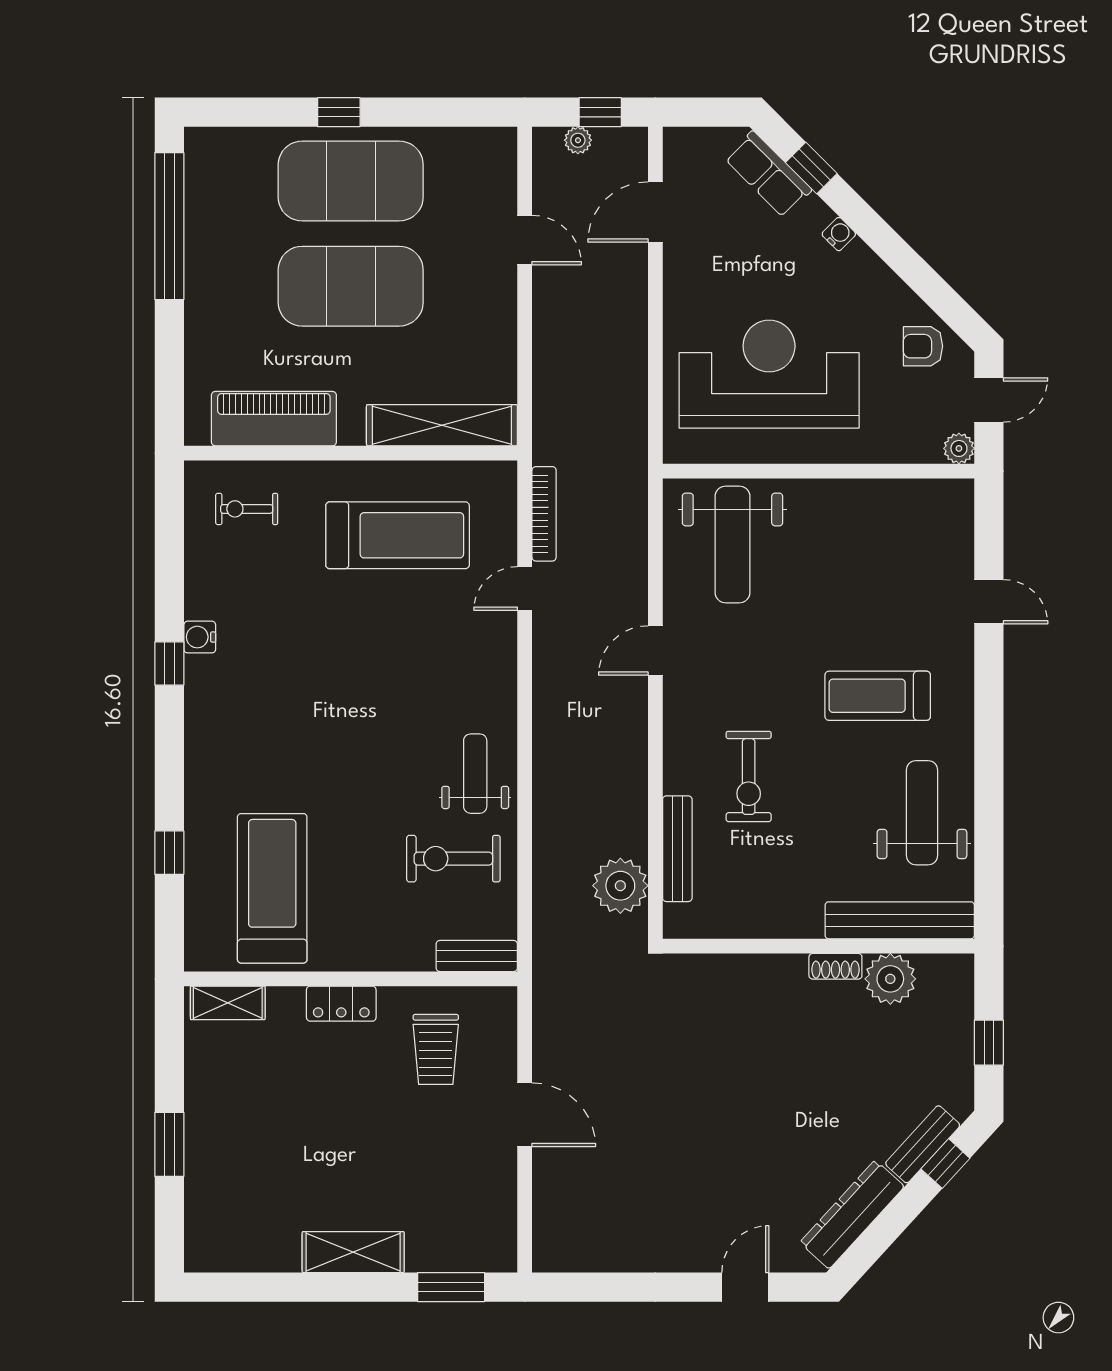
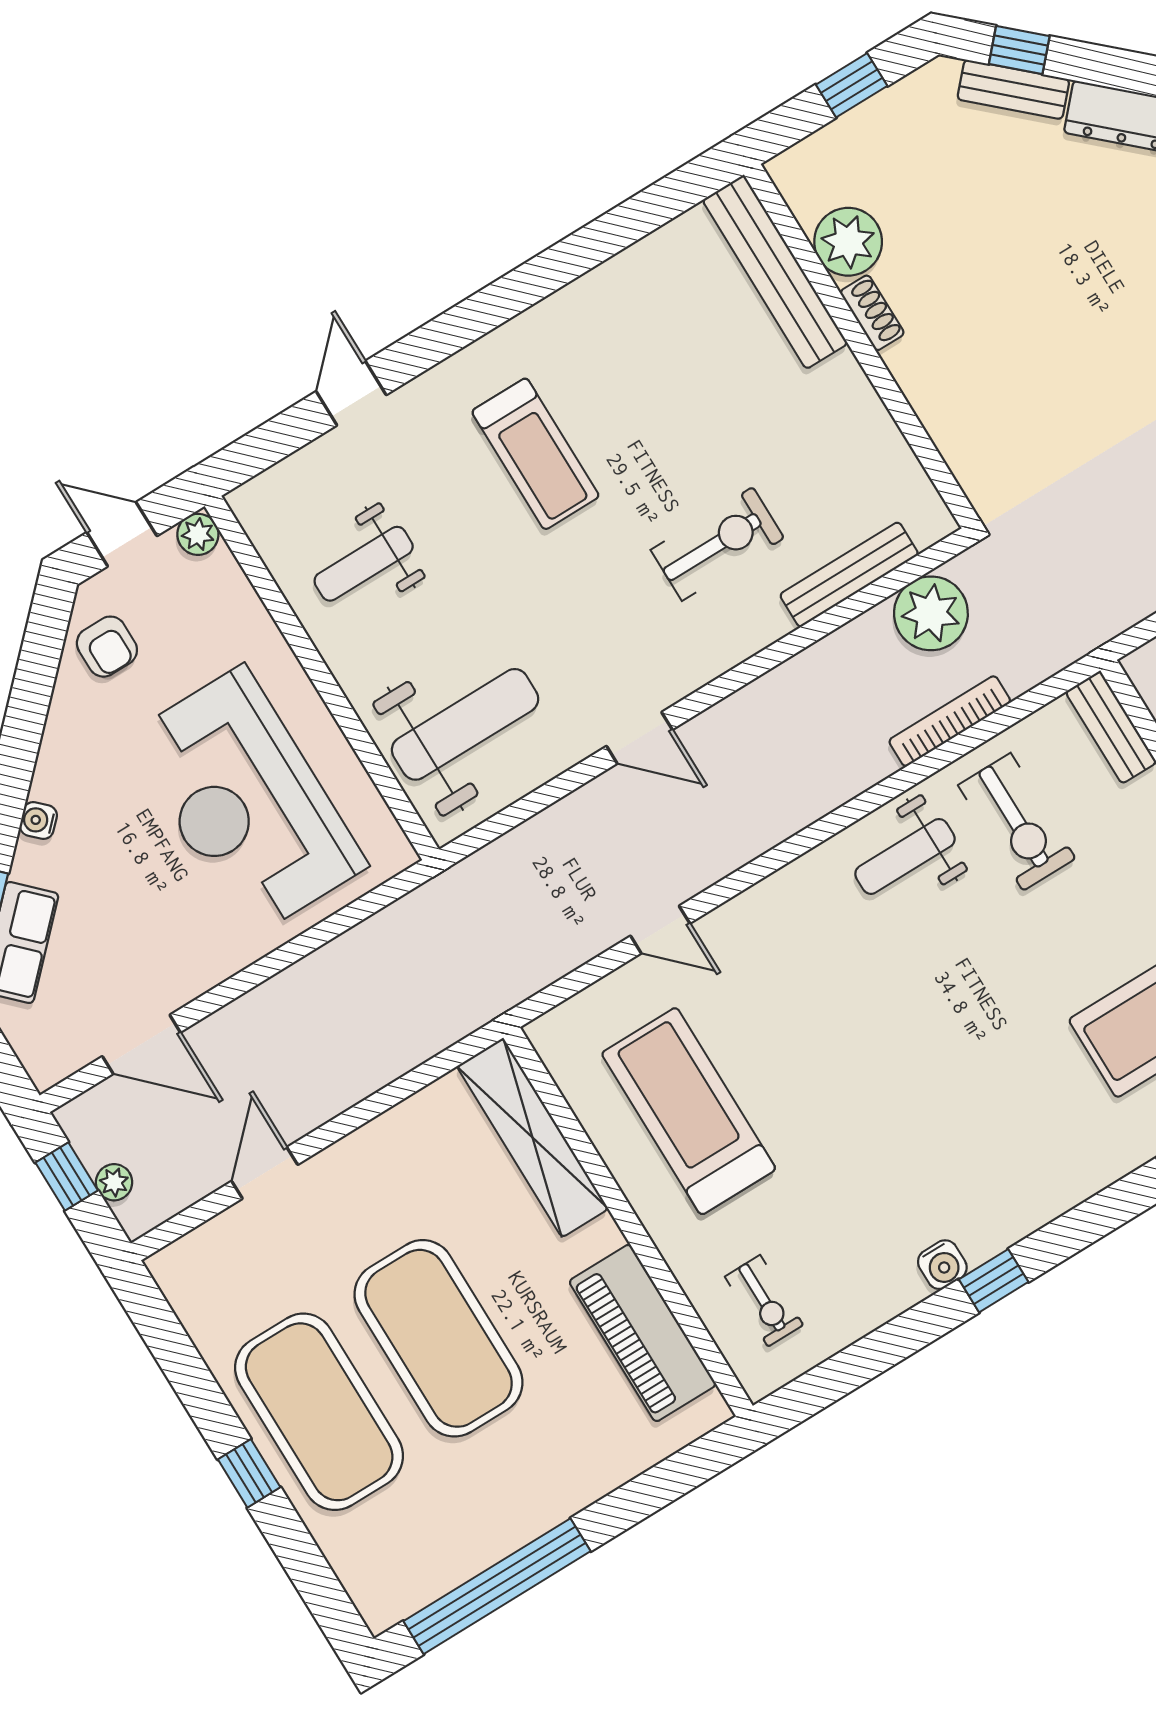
bookcase: (544, 514) -> (950, 721), moved
weight bench: (922, 813) -> (364, 564), moved, width x0.73, depth x0.75

